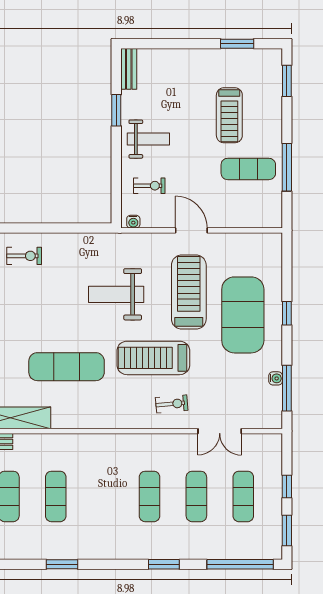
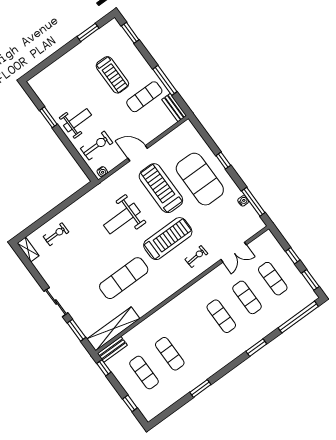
bench: (129, 69) -> (174, 108), moved
exercise bike: (149, 186) -> (97, 146), width x1.38, depth x1.39
treadmill: (153, 358) -> (168, 239), turned 180

